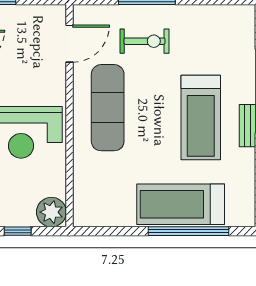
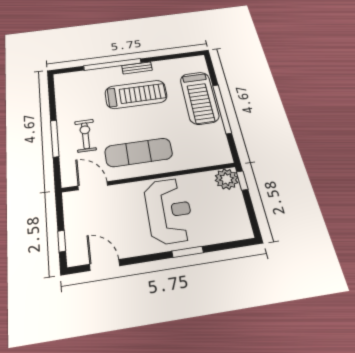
window: (18, 231) -> (242, 181), moved
window: (189, 231) -> (222, 109), moved

